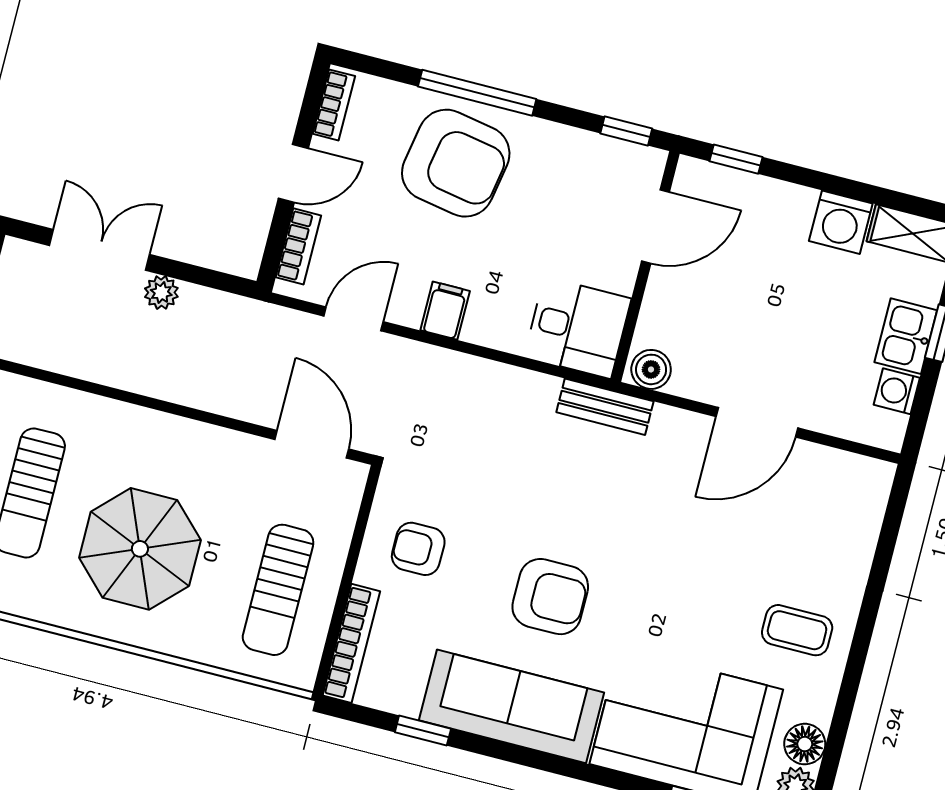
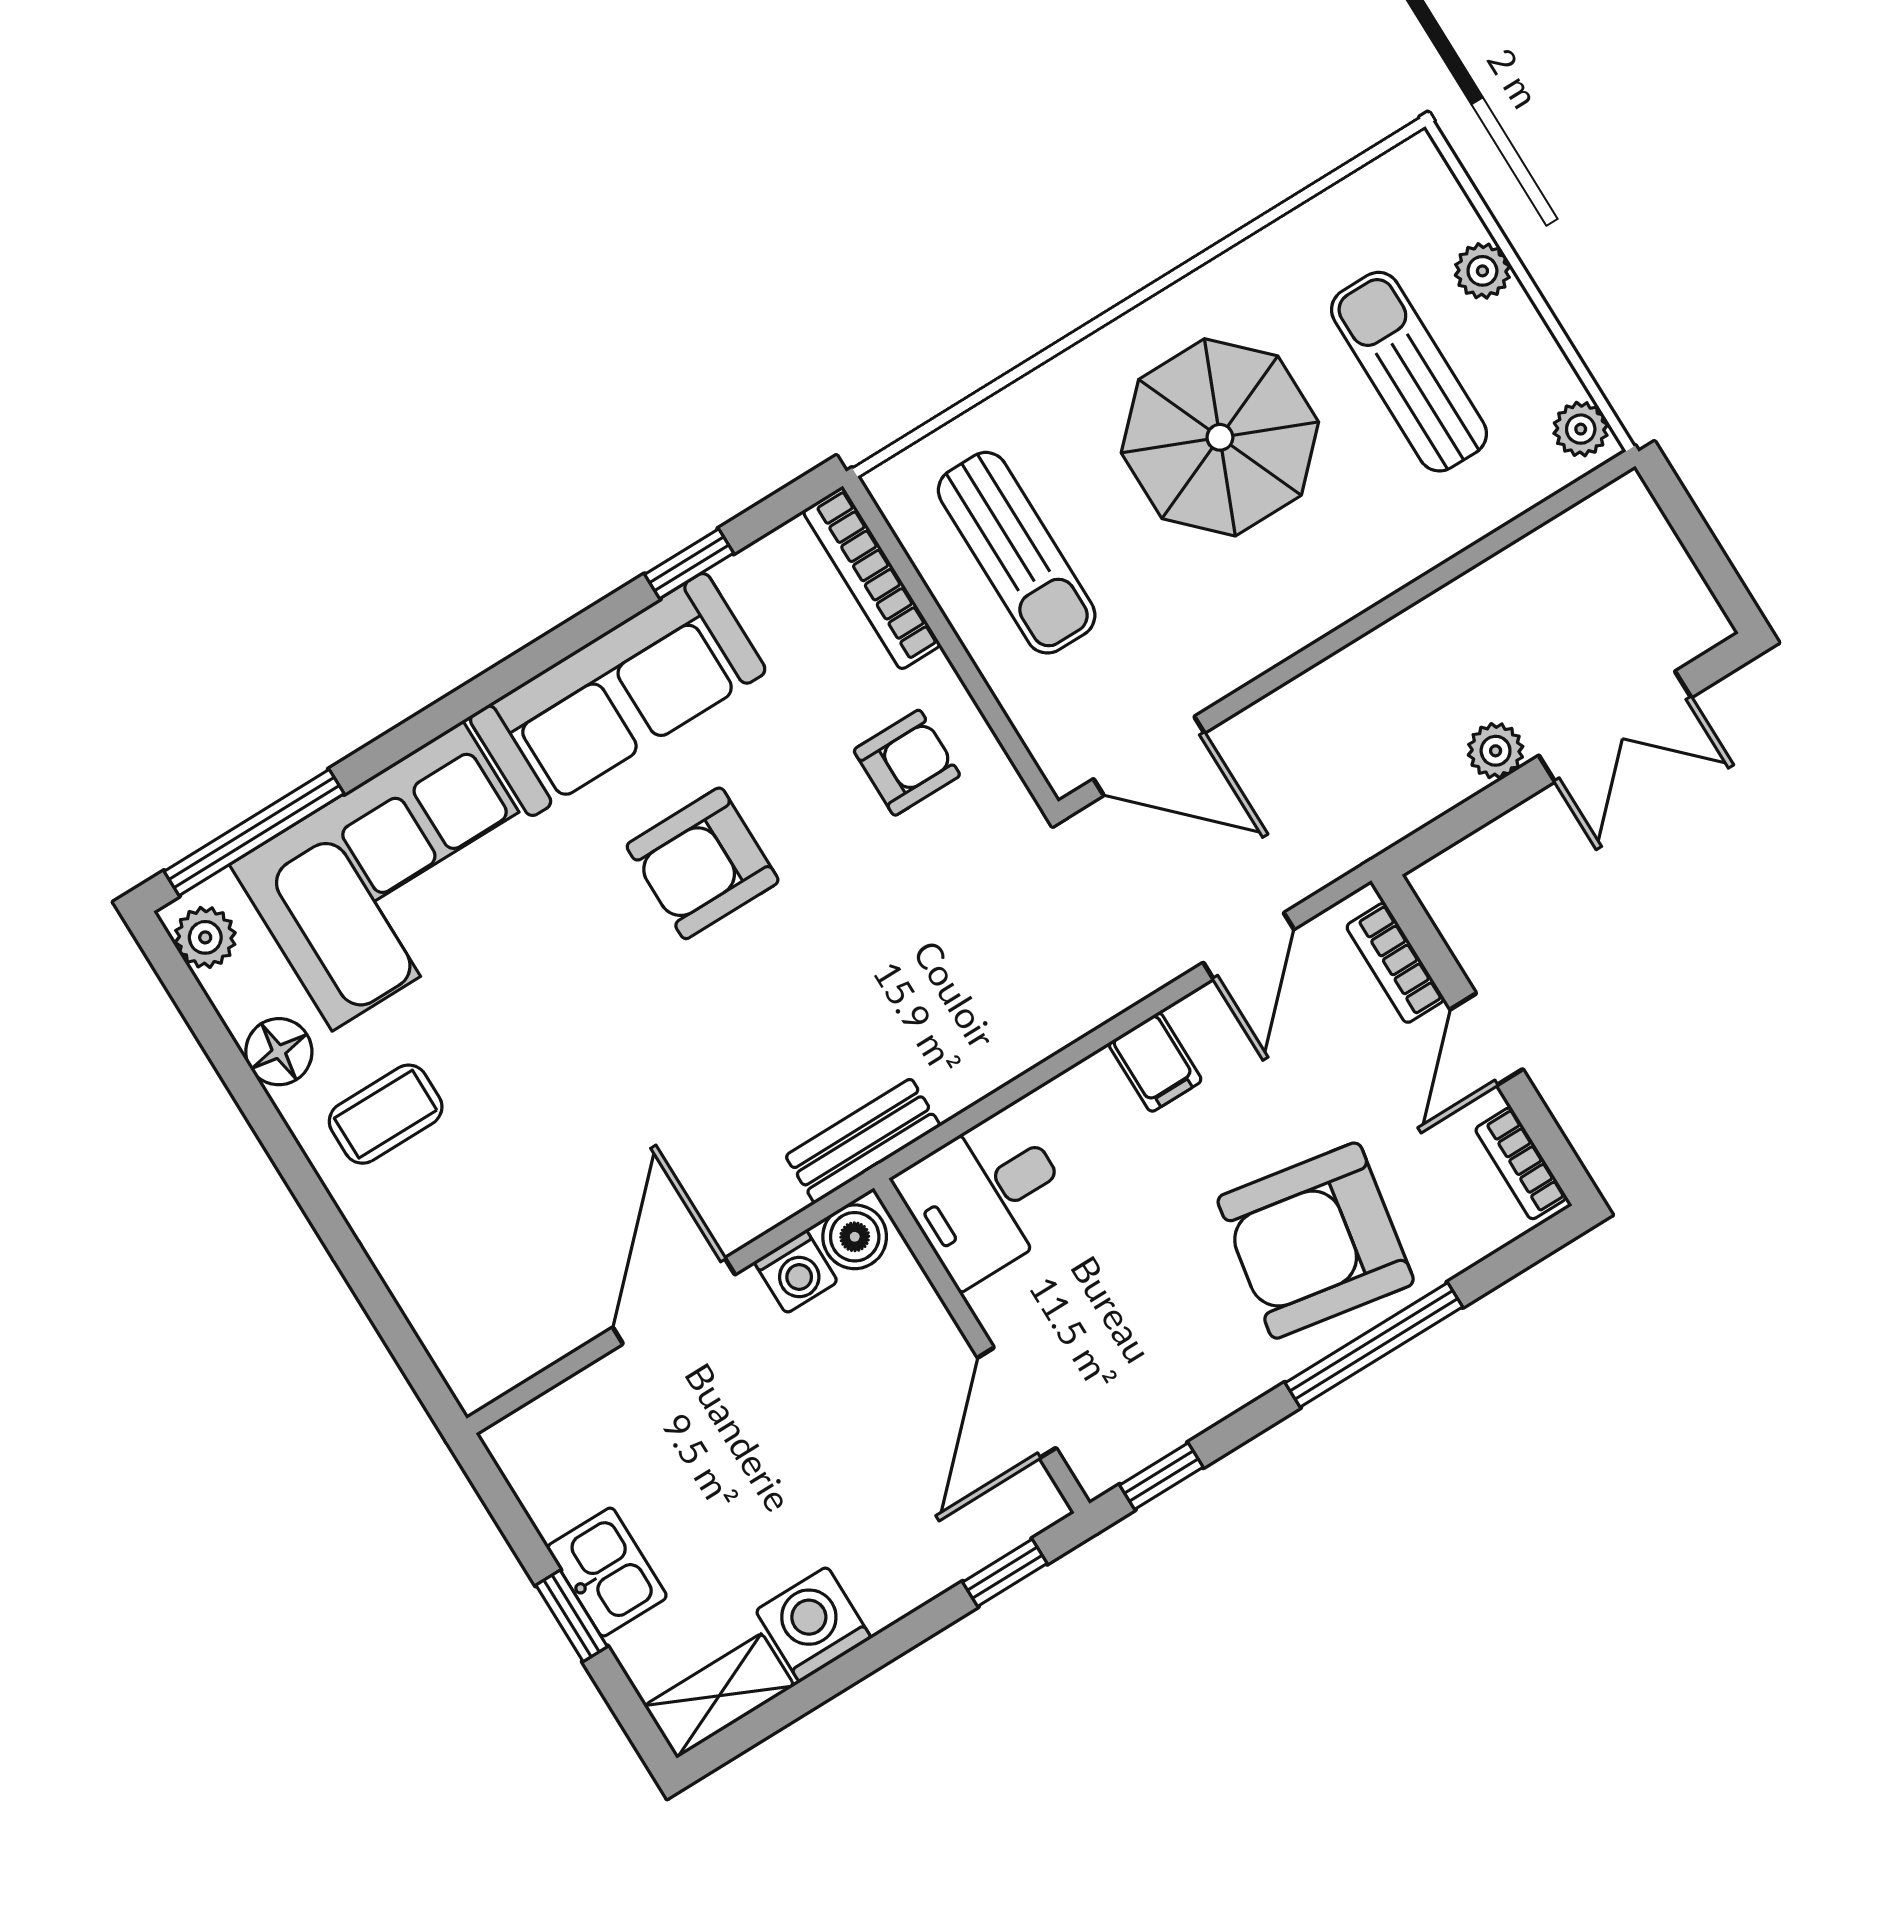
washing machine: (897, 391) -> (796, 1272), moved, turned 90
sun lounger: (278, 590) -> (1017, 553), turned 180
floor lamp: (805, 744) -> (279, 1052), moved

